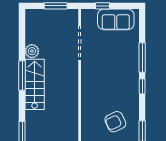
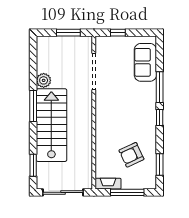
sofa: (116, 19) -> (145, 62), moved, turned 90
stairs: (35, 84) -> (51, 125), width x1.36, depth x1.51

